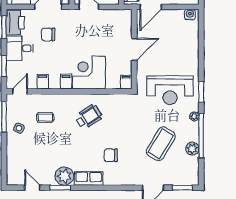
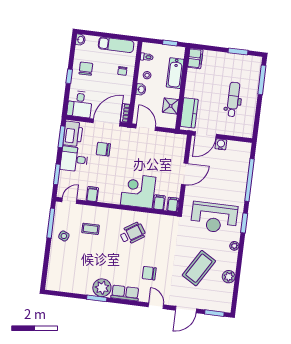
water cooler: (190, 15) -> (221, 144), moved
filing cabinet: (66, 82) -> (159, 202), moved
window: (201, 136) -> (249, 180), moved
door: (32, 188) -> (156, 306), moved

